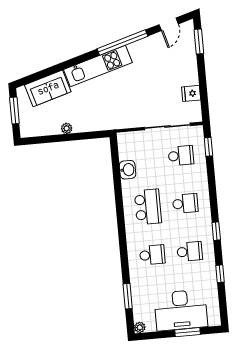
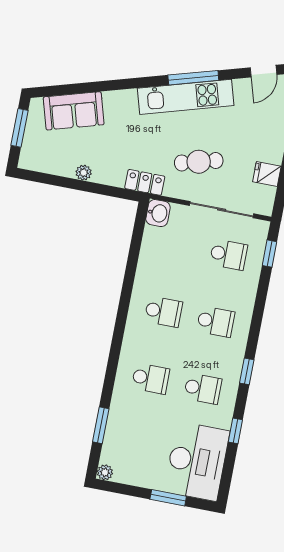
window: (122, 42) -> (193, 78), width x0.68
kitchen unit: (98, 66) -> (186, 97), moved
cafe table: (142, 98) -> (199, 162), added
locker: (110, 123) -> (145, 182), added
washbasin: (128, 170) -> (158, 213), moved
school desk: (148, 207) -> (163, 312), width x0.54
desk: (181, 310) -> (197, 461), moved, turned -90

